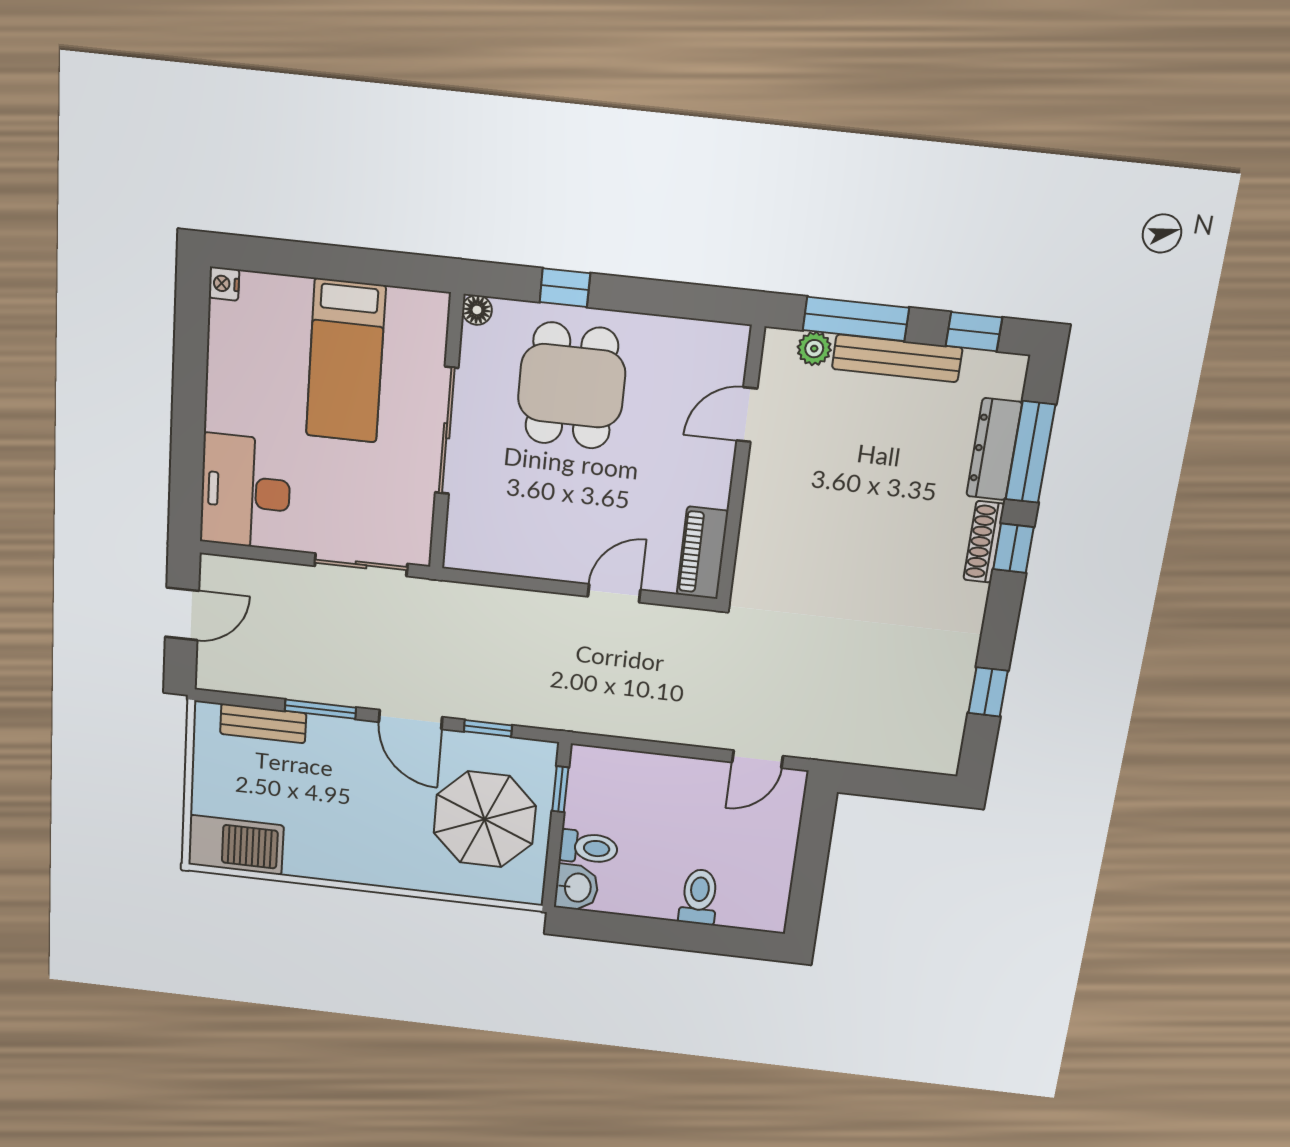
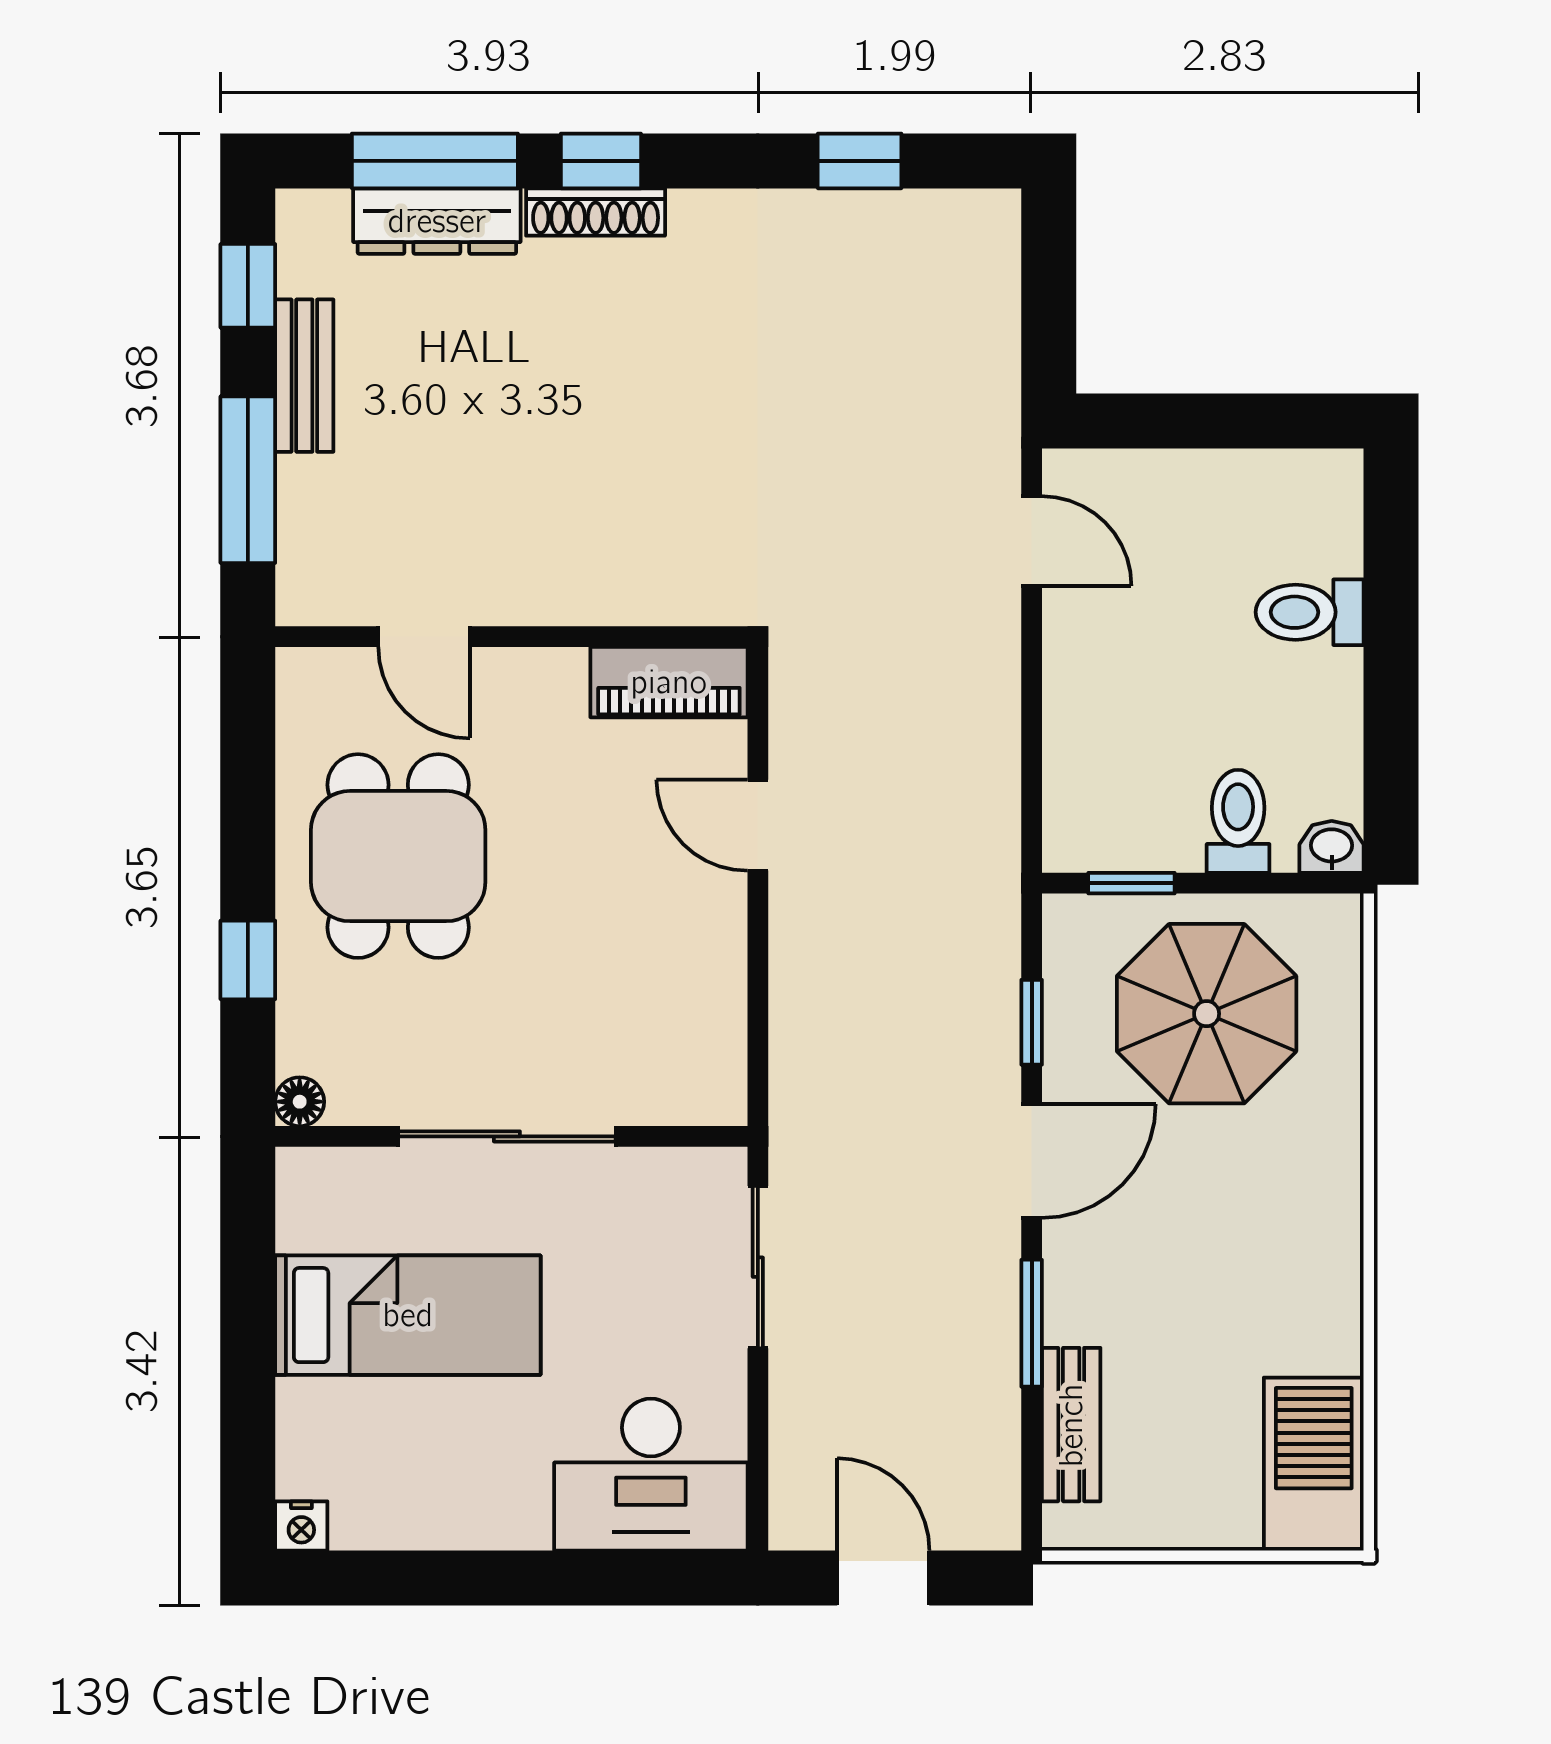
plant: (814, 349) -> (303, 540), removed
bench: (897, 358) -> (304, 376), width x0.73
dining table: (572, 386) -> (398, 856), moved, turned 90
washbasin: (577, 887) -> (1332, 847), width x0.72, depth x0.69

